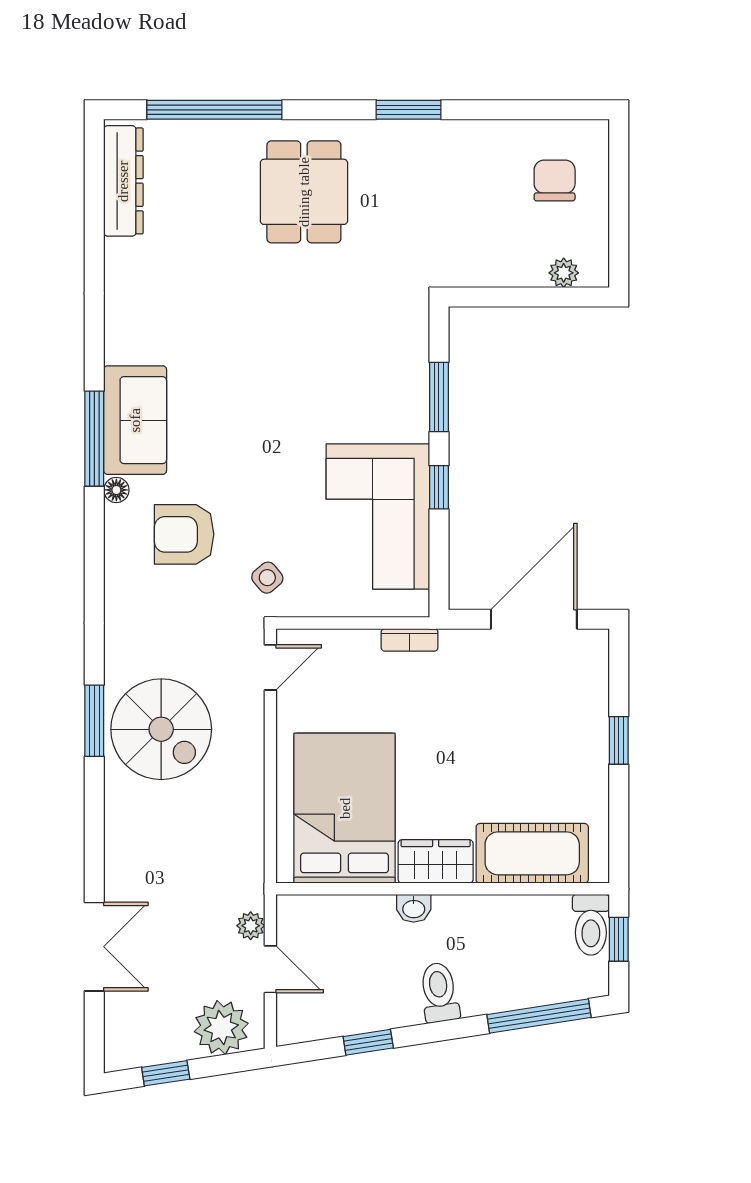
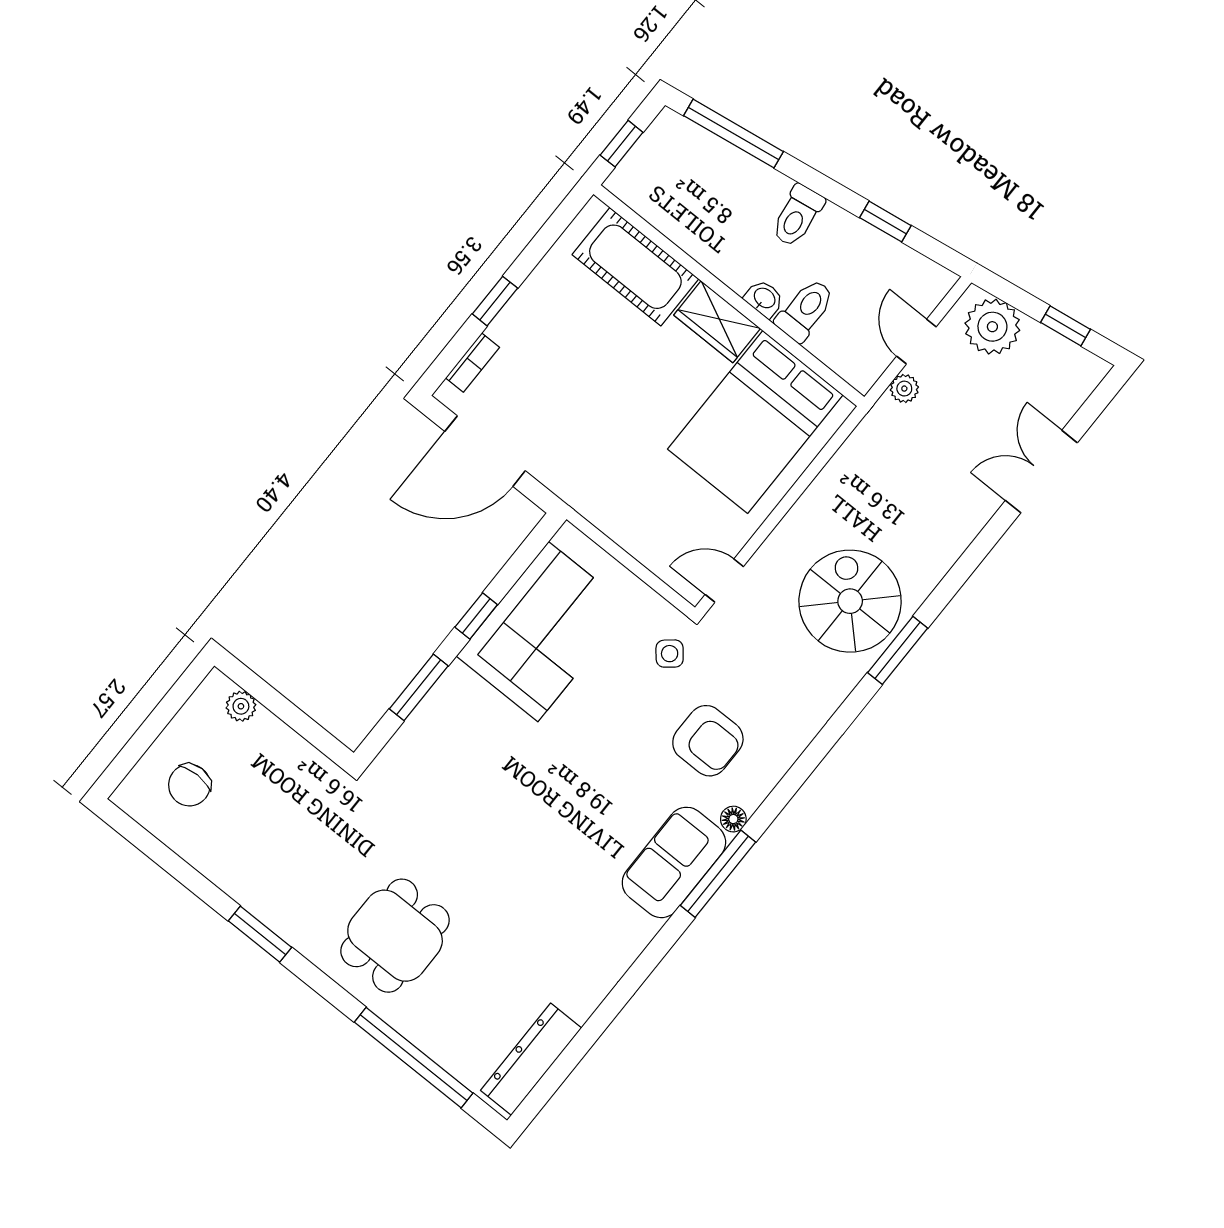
bookcase: (410, 640) -> (473, 363), moved, turned 90
toilet: (591, 925) -> (805, 310), moved

